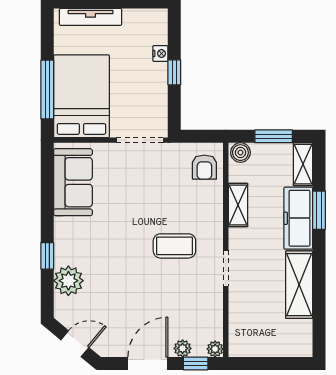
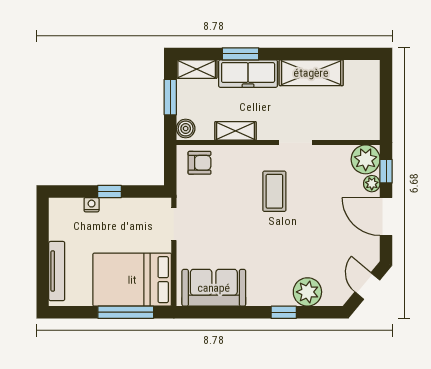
doorway: (140, 140) -> (174, 224), width x0.73
plant: (215, 349) -> (366, 159), width x1.87, depth x1.87

